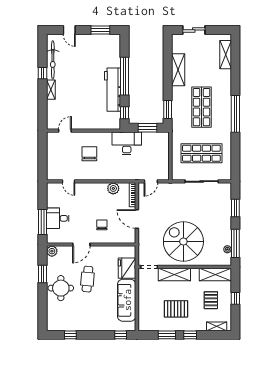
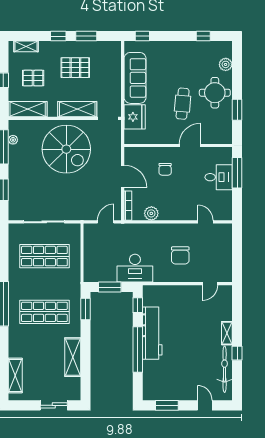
shop shelf: (201, 107) -> (44, 312), turned 90
plant: (52, 251) -> (226, 64), moved
pallet: (211, 300) -> (33, 78), turned 90

